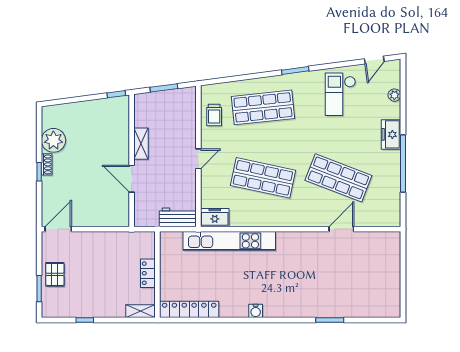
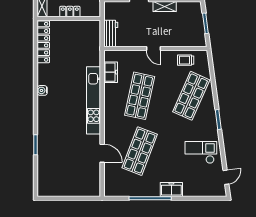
door: (374, 60) -> (226, 177), swing flipped
plant: (394, 95) -> (200, 192), removed
shop shelf: (263, 107) -> (191, 96), turned 30
freezer: (215, 218) -> (111, 72), moved
kitchen unit: (229, 241) -> (94, 100), moved

